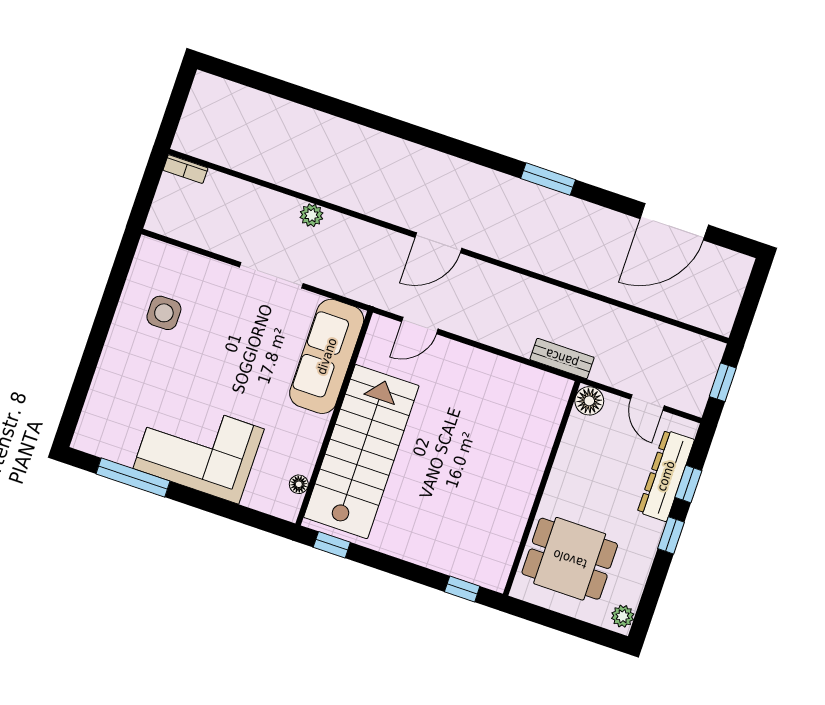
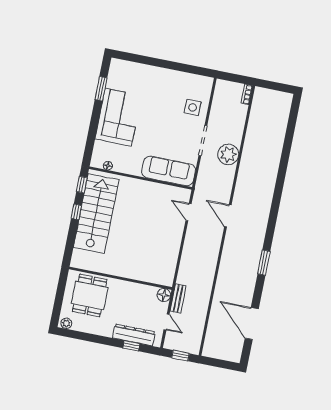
plant: (311, 215) -> (228, 154), width x1.88, depth x1.88
side table: (164, 313) -> (193, 107), moved
bench: (562, 358) -> (178, 298), moved
door: (647, 403) -> (167, 322), swing flipped
stairs: (361, 452) -> (96, 213), moved, turned -90
window: (133, 478) -> (101, 89), width x0.69
window: (671, 535) -> (107, 341), removed
window: (462, 589) -> (76, 212), moved

